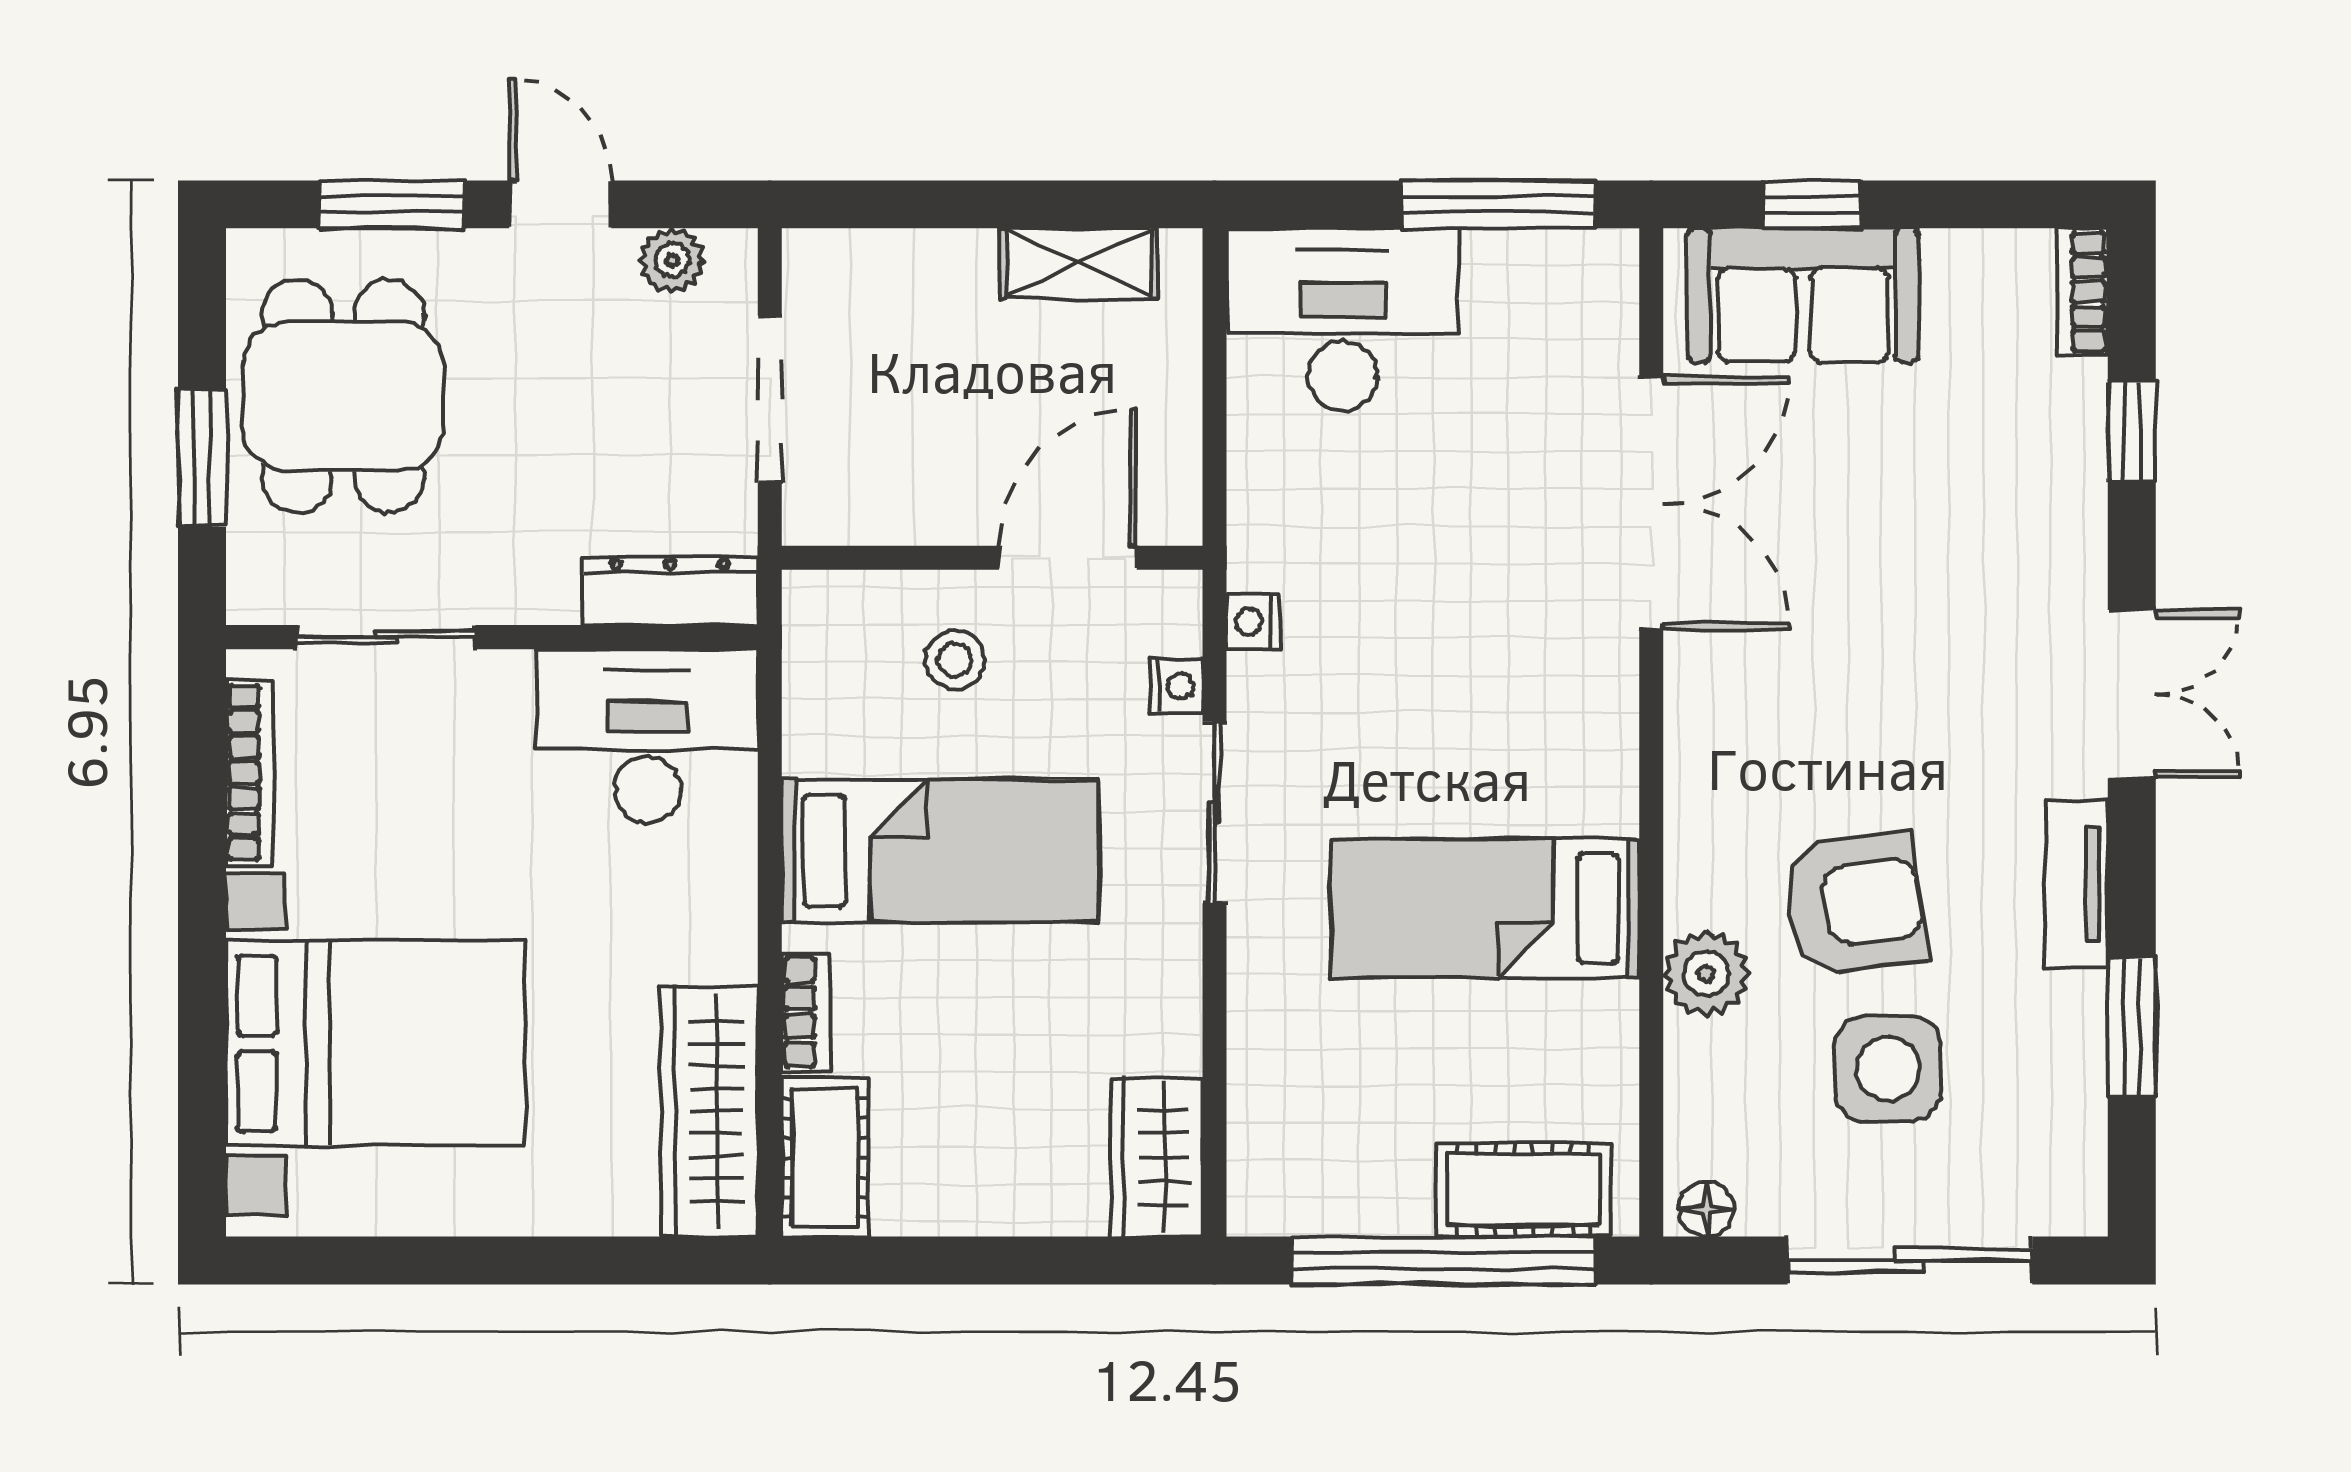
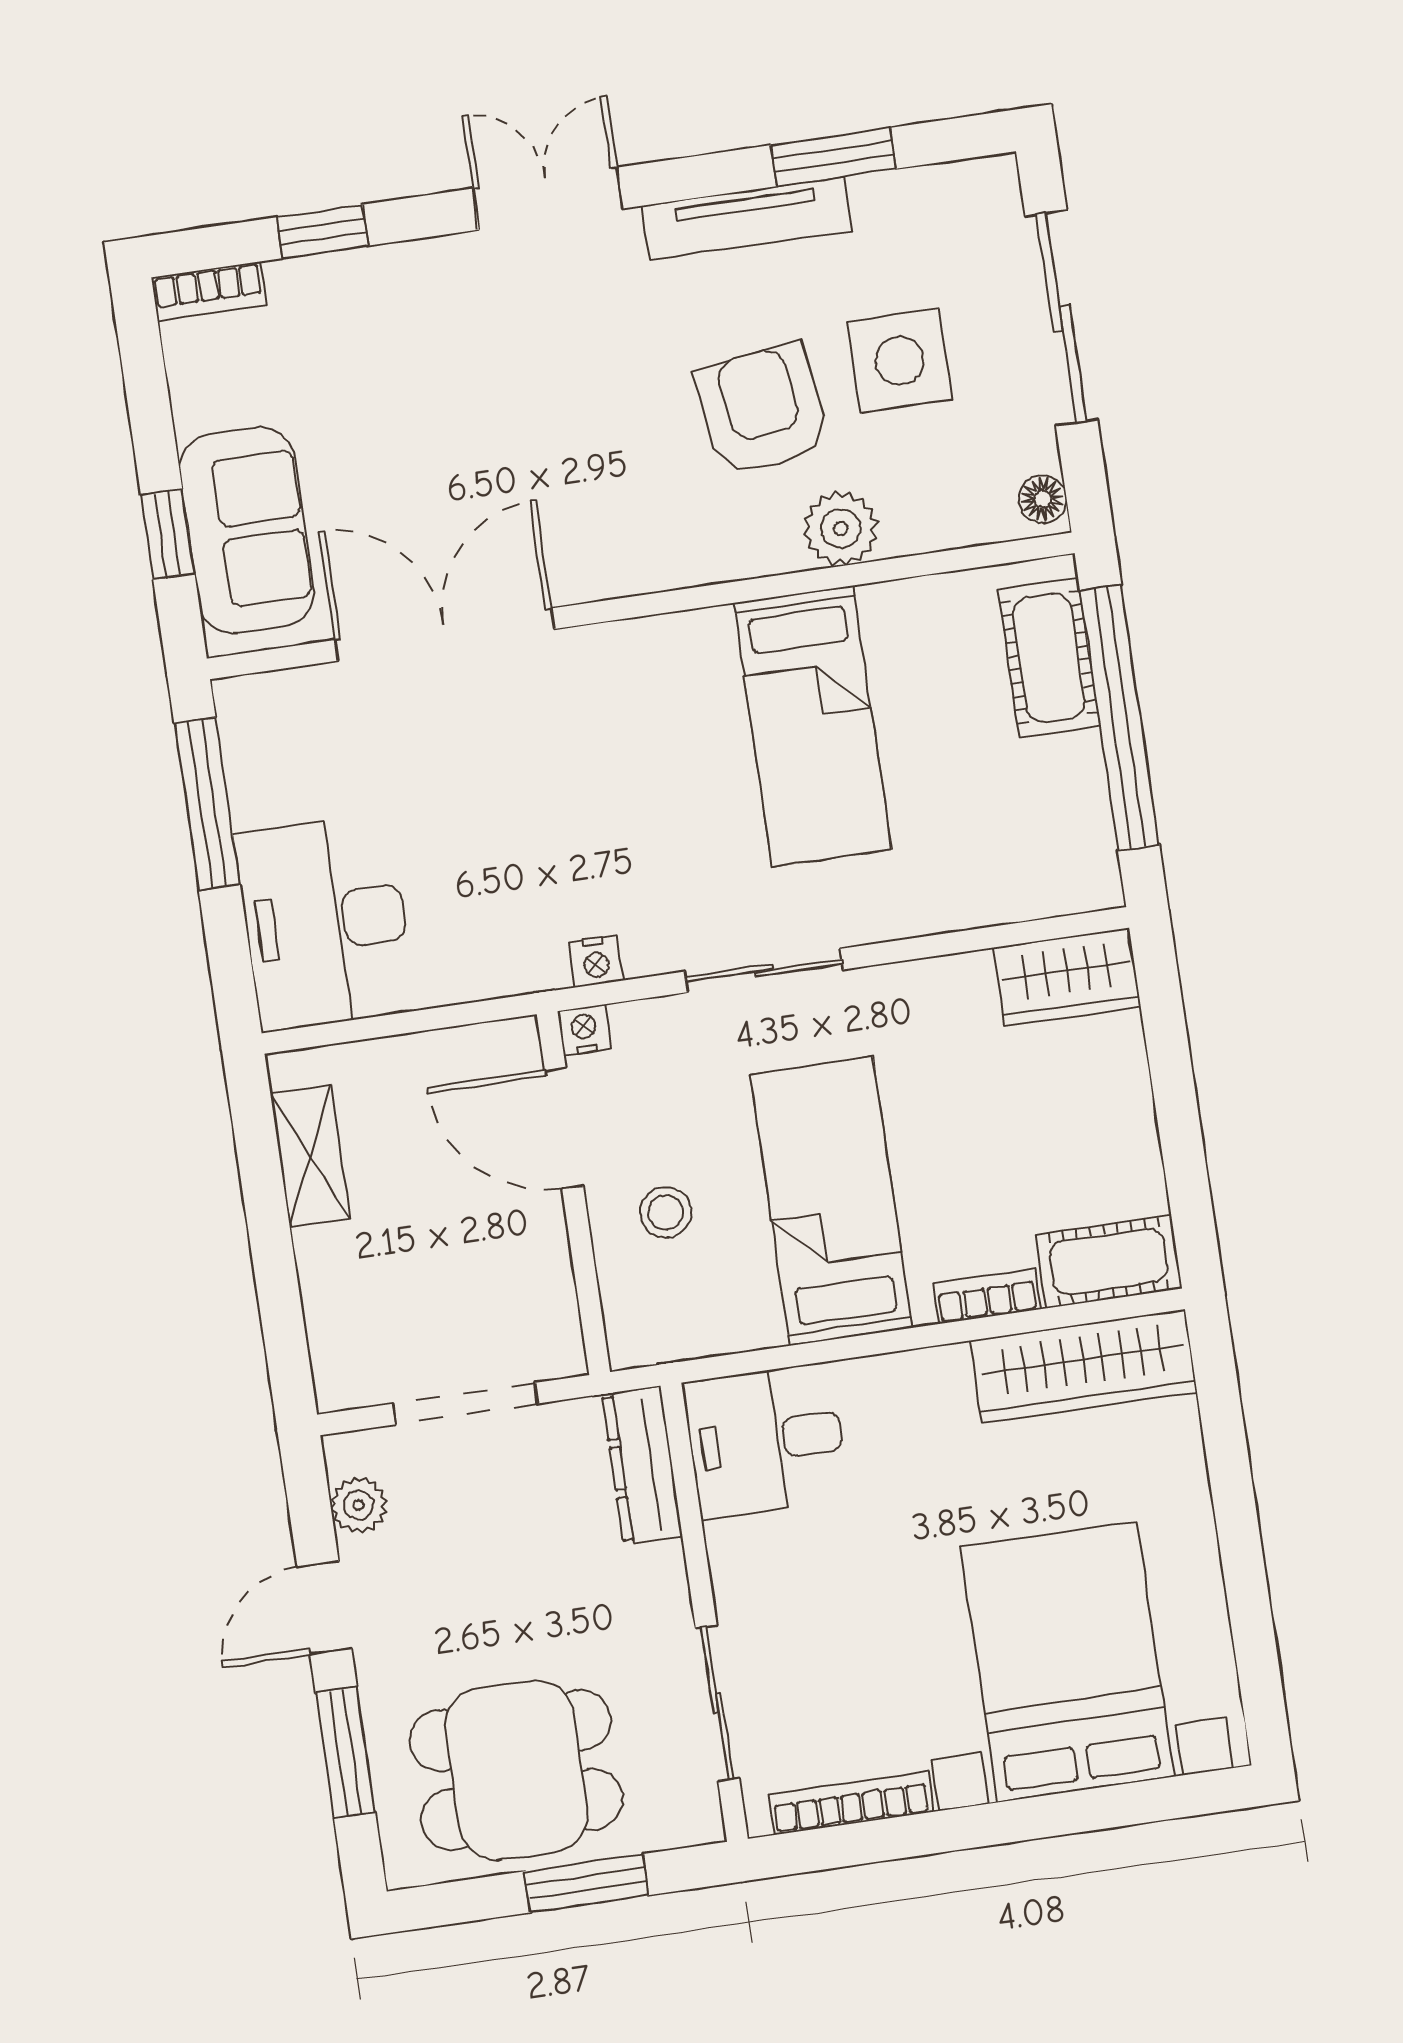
nightstand: (1177, 686) -> (584, 1030), moved
desk: (647, 736) -> (766, 1441), width x0.73
tv unit: (2076, 884) -> (747, 218), width x1.41

